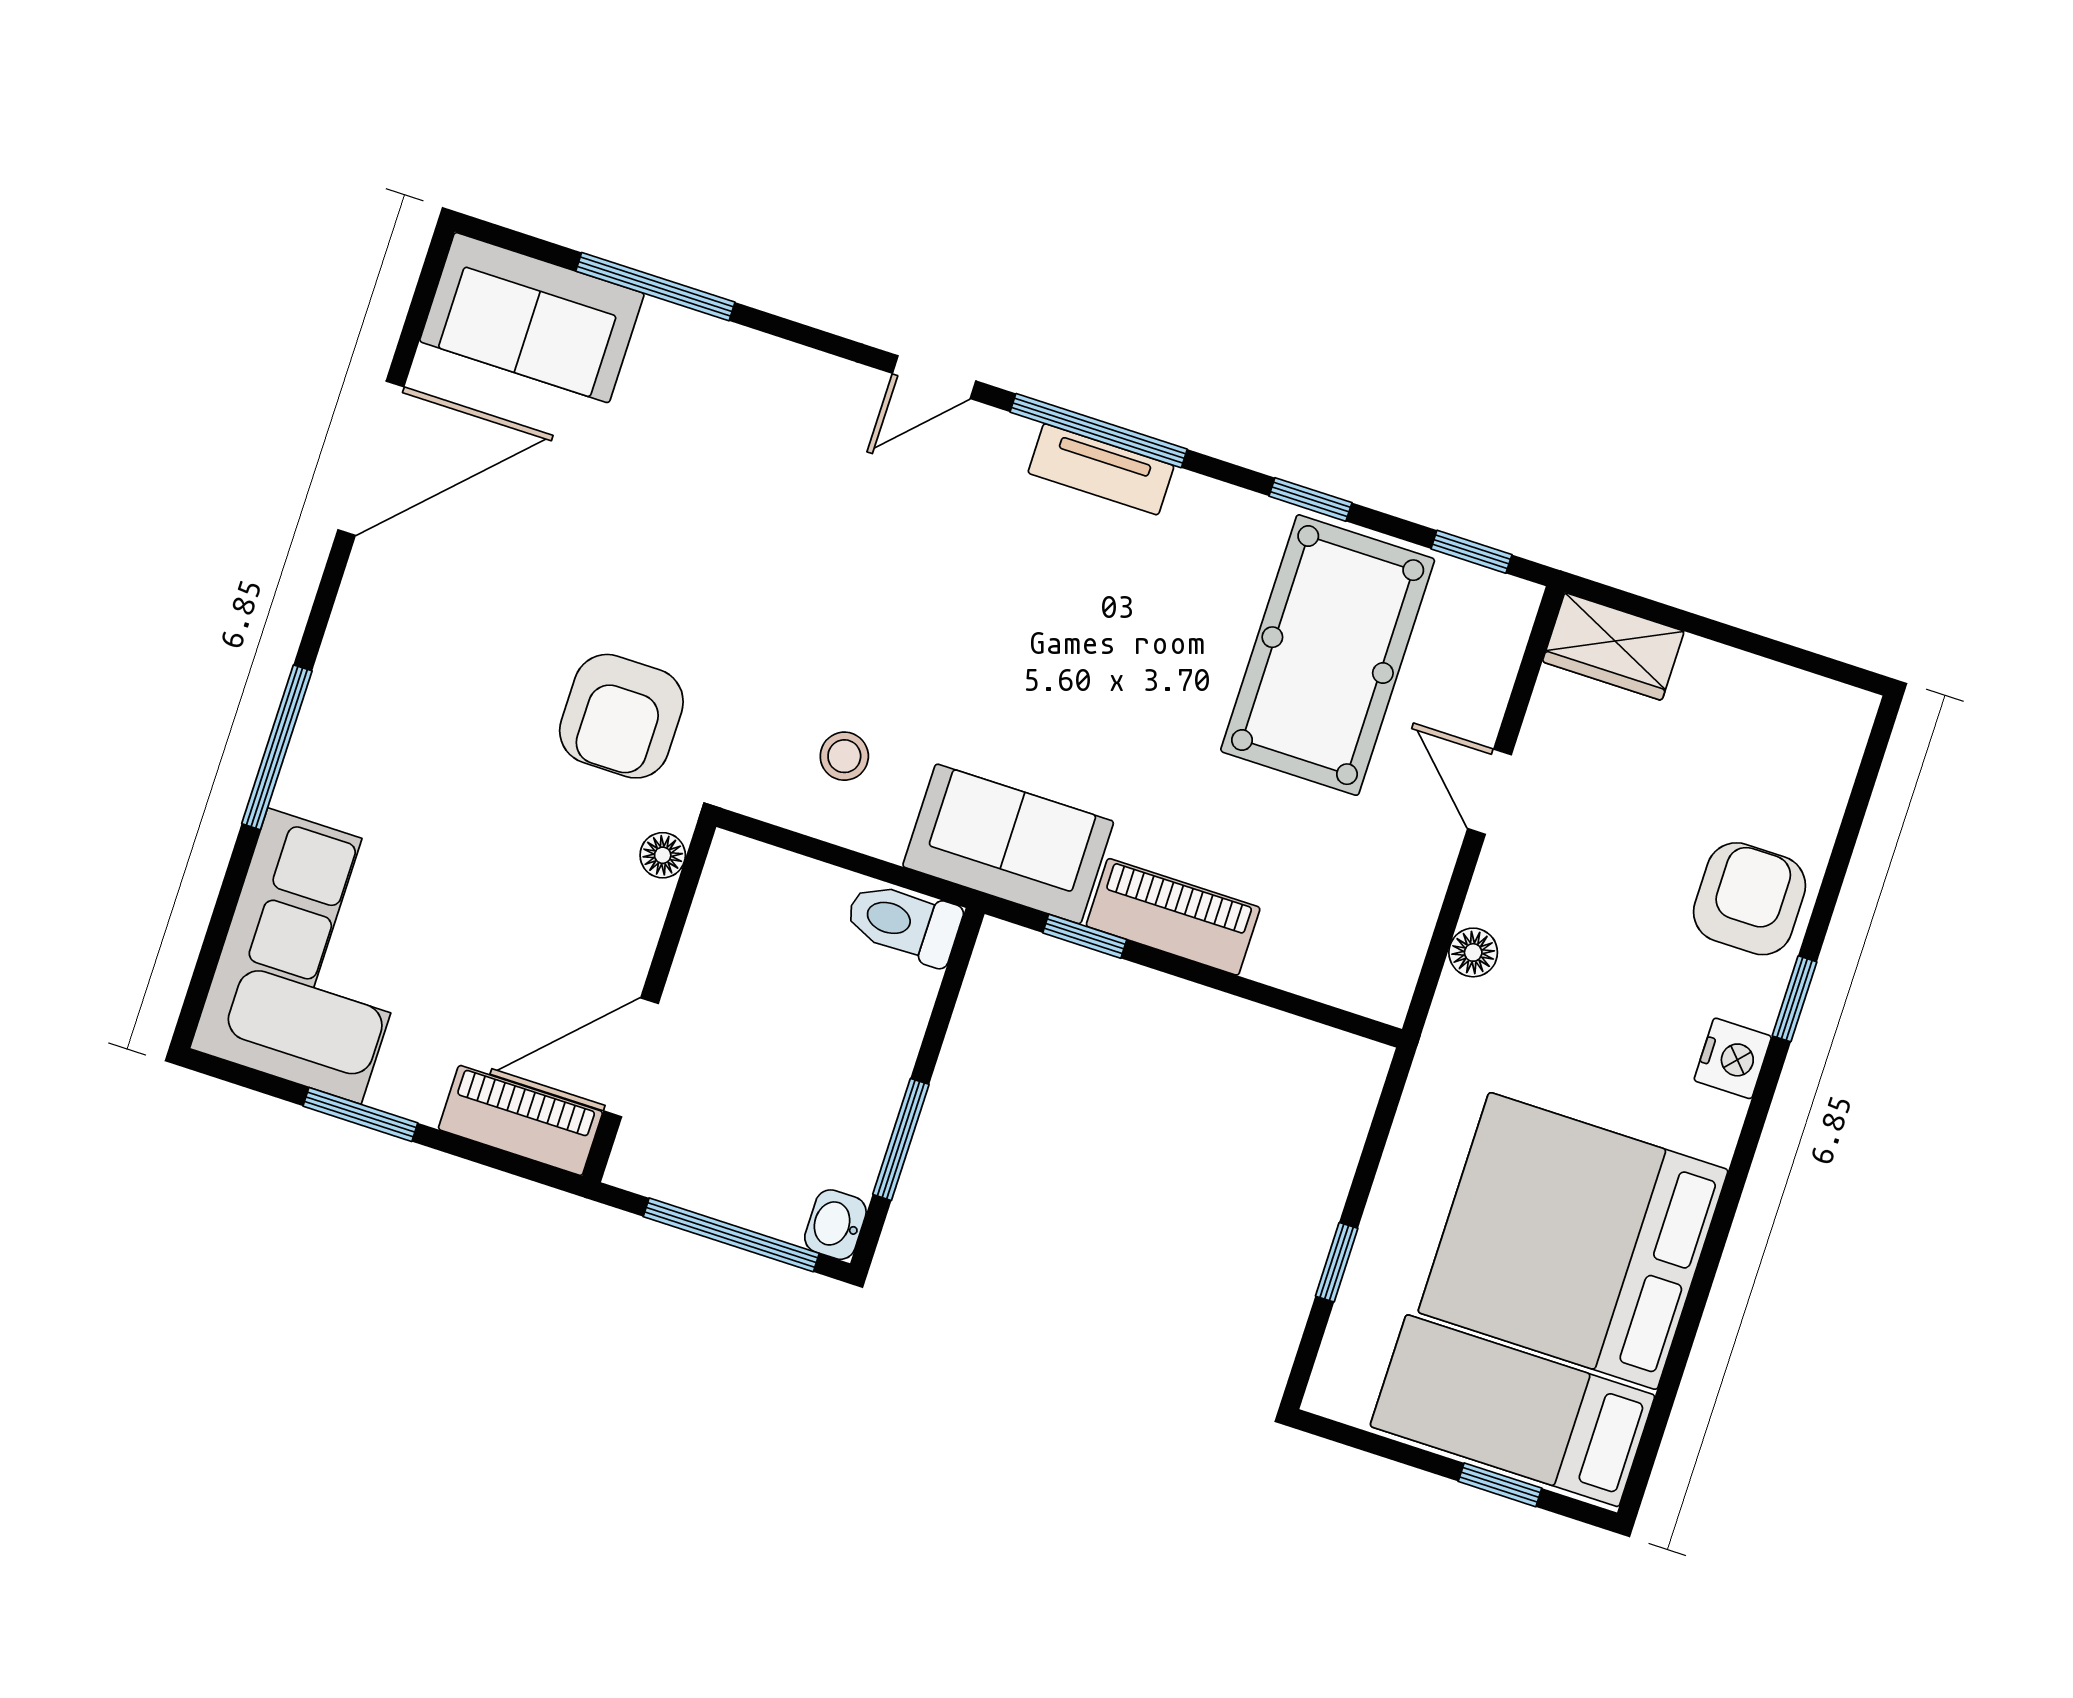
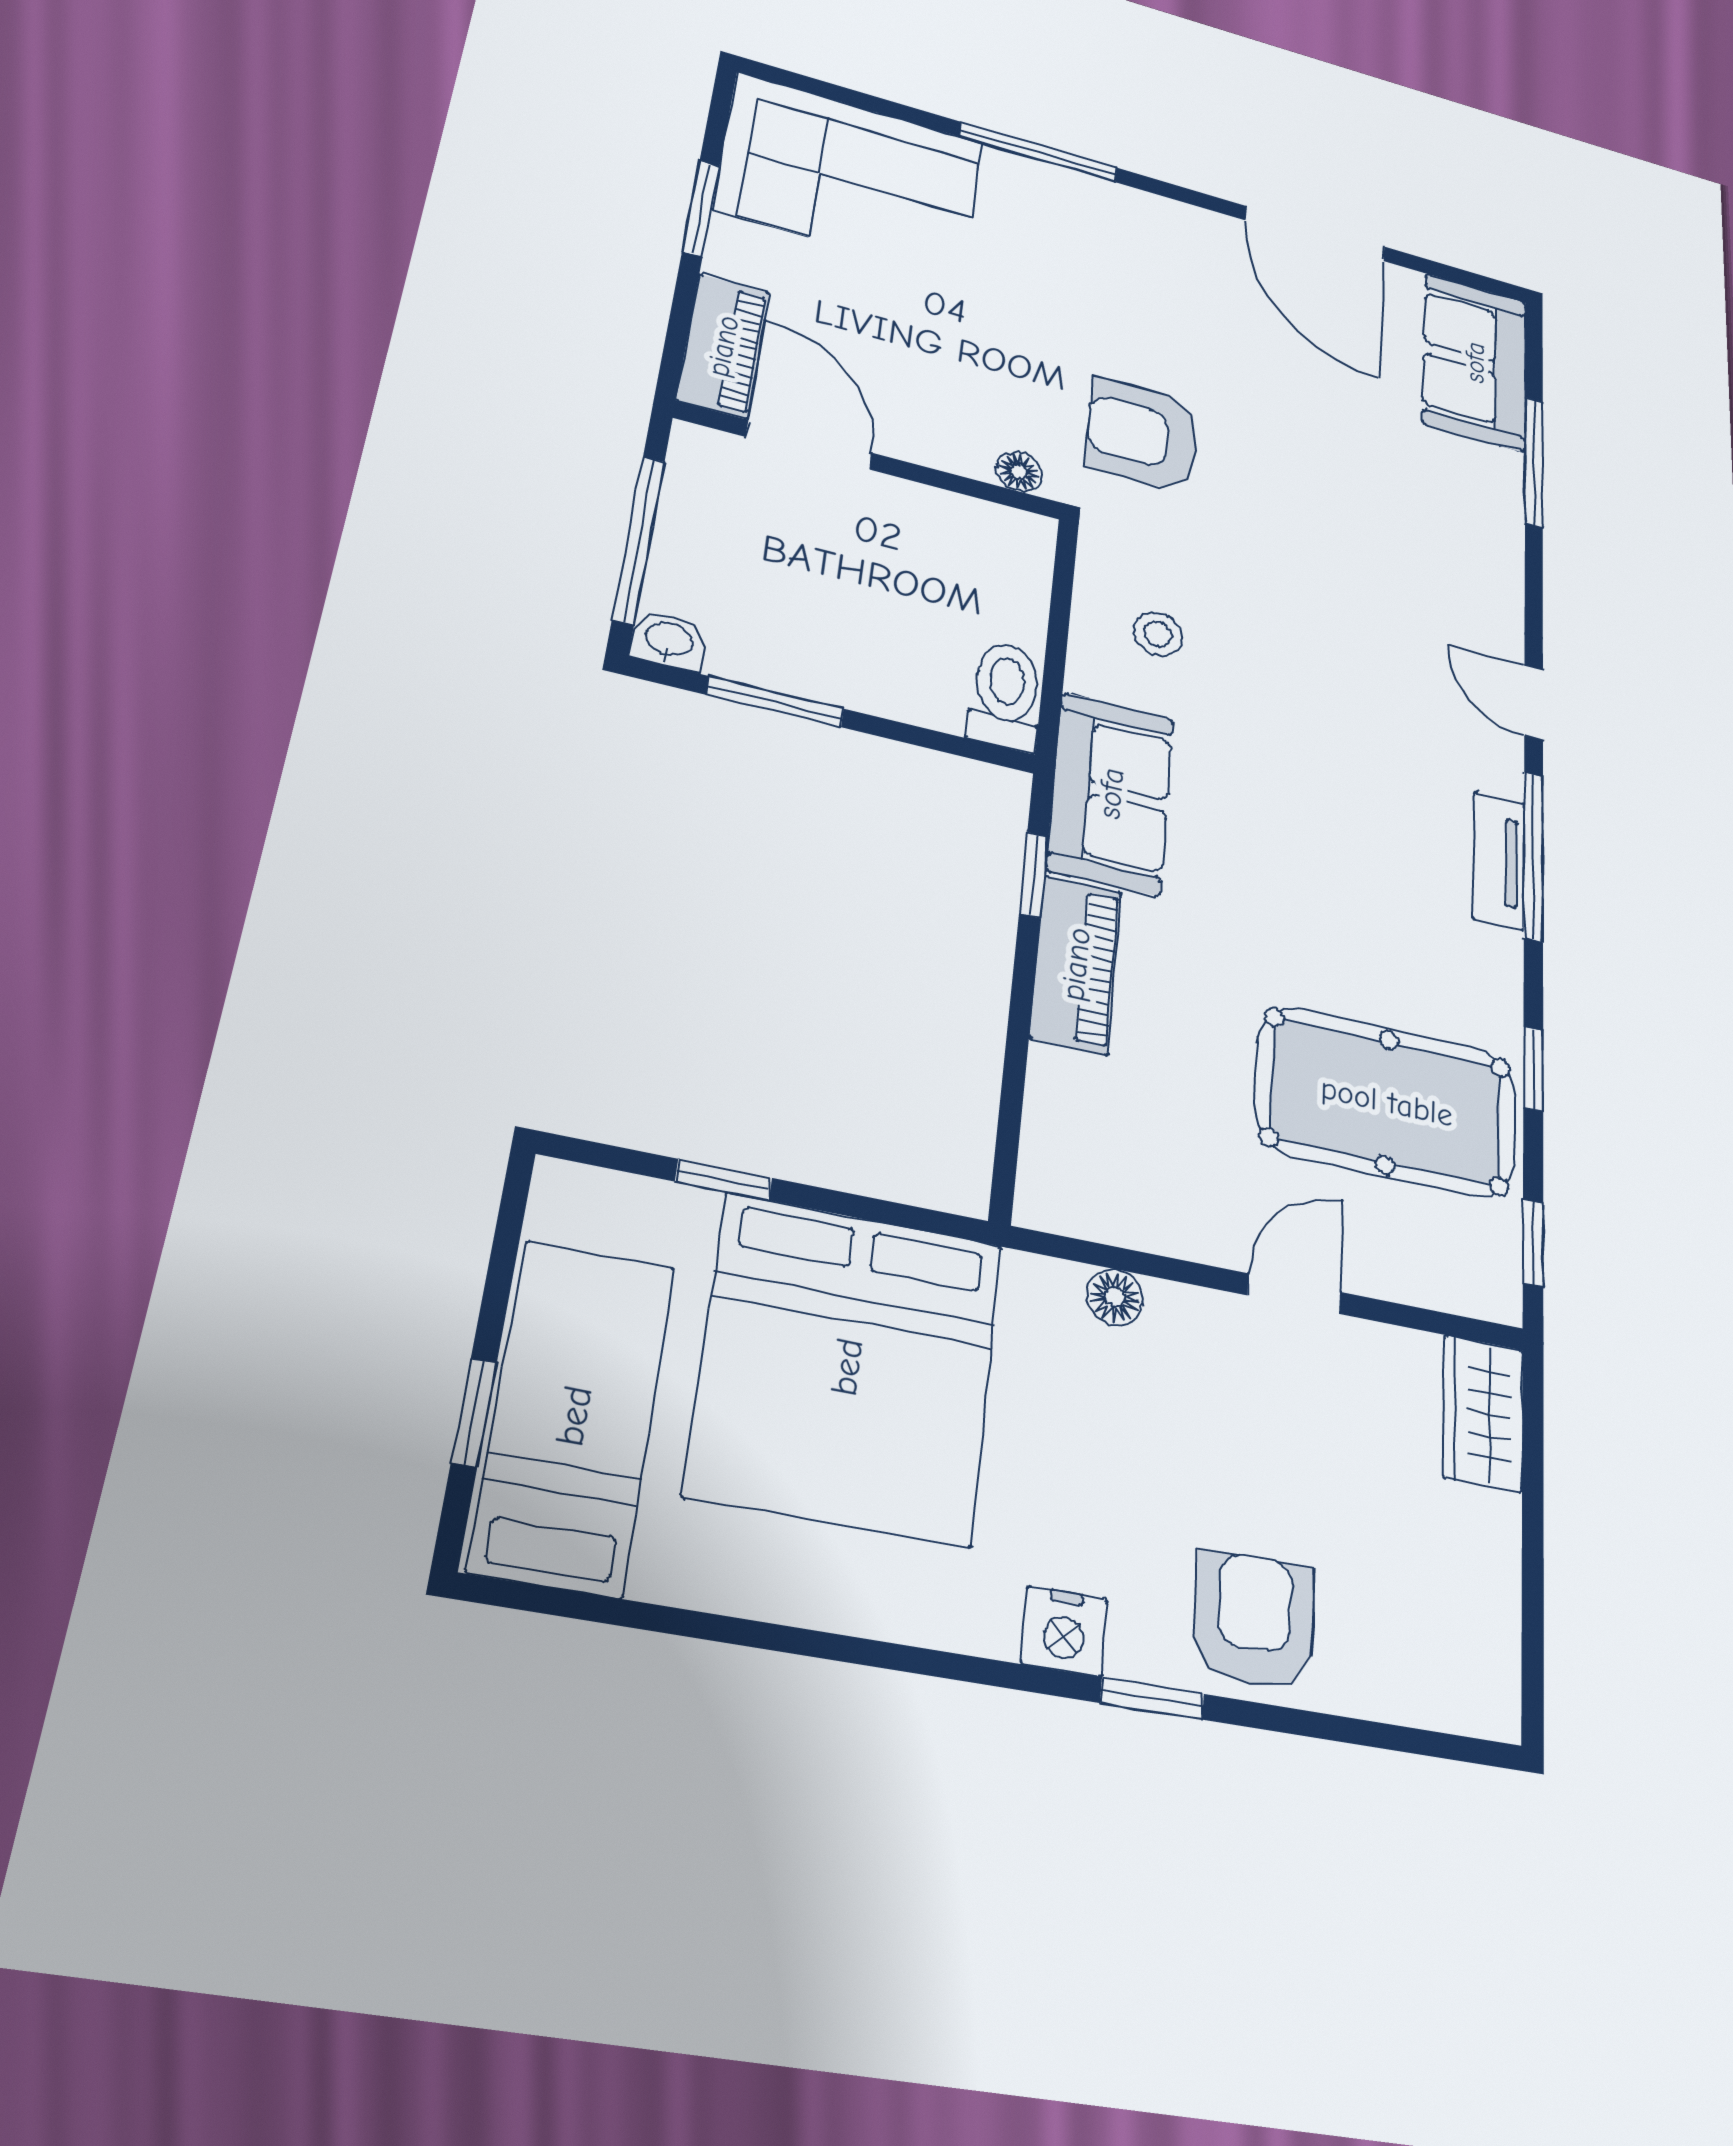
armchair: (1750, 899) -> (1254, 1620), turned -90
bed: (1573, 1241) -> (847, 1367), moved, turned 180

